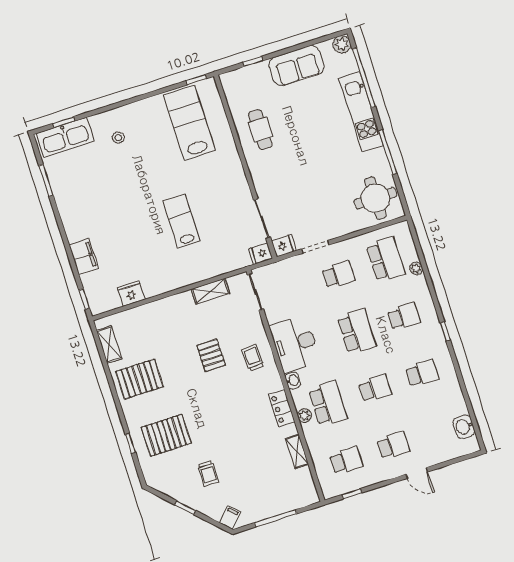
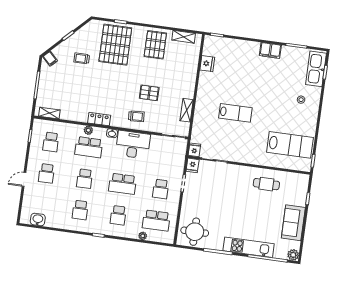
filing cabinet: (84, 257) -> (270, 50), moved
pallet: (166, 435) -> (115, 45), width x1.37, depth x1.41
shelving: (297, 451) -> (49, 113), moved

